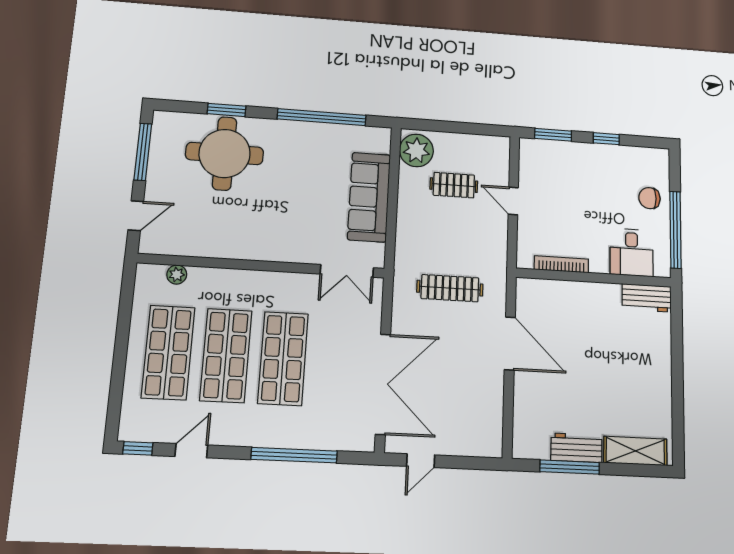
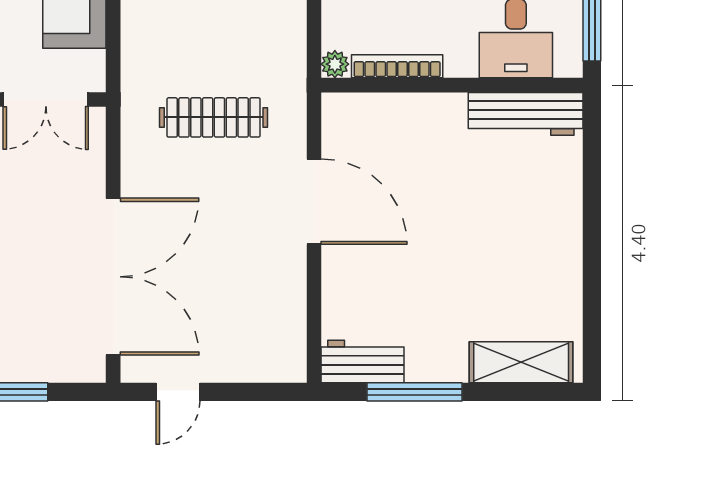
plant: (524, 261) -> (335, 64), added
workbench: (647, 298) -> (526, 114), width x1.38
workbench: (577, 448) -> (362, 362), moved

